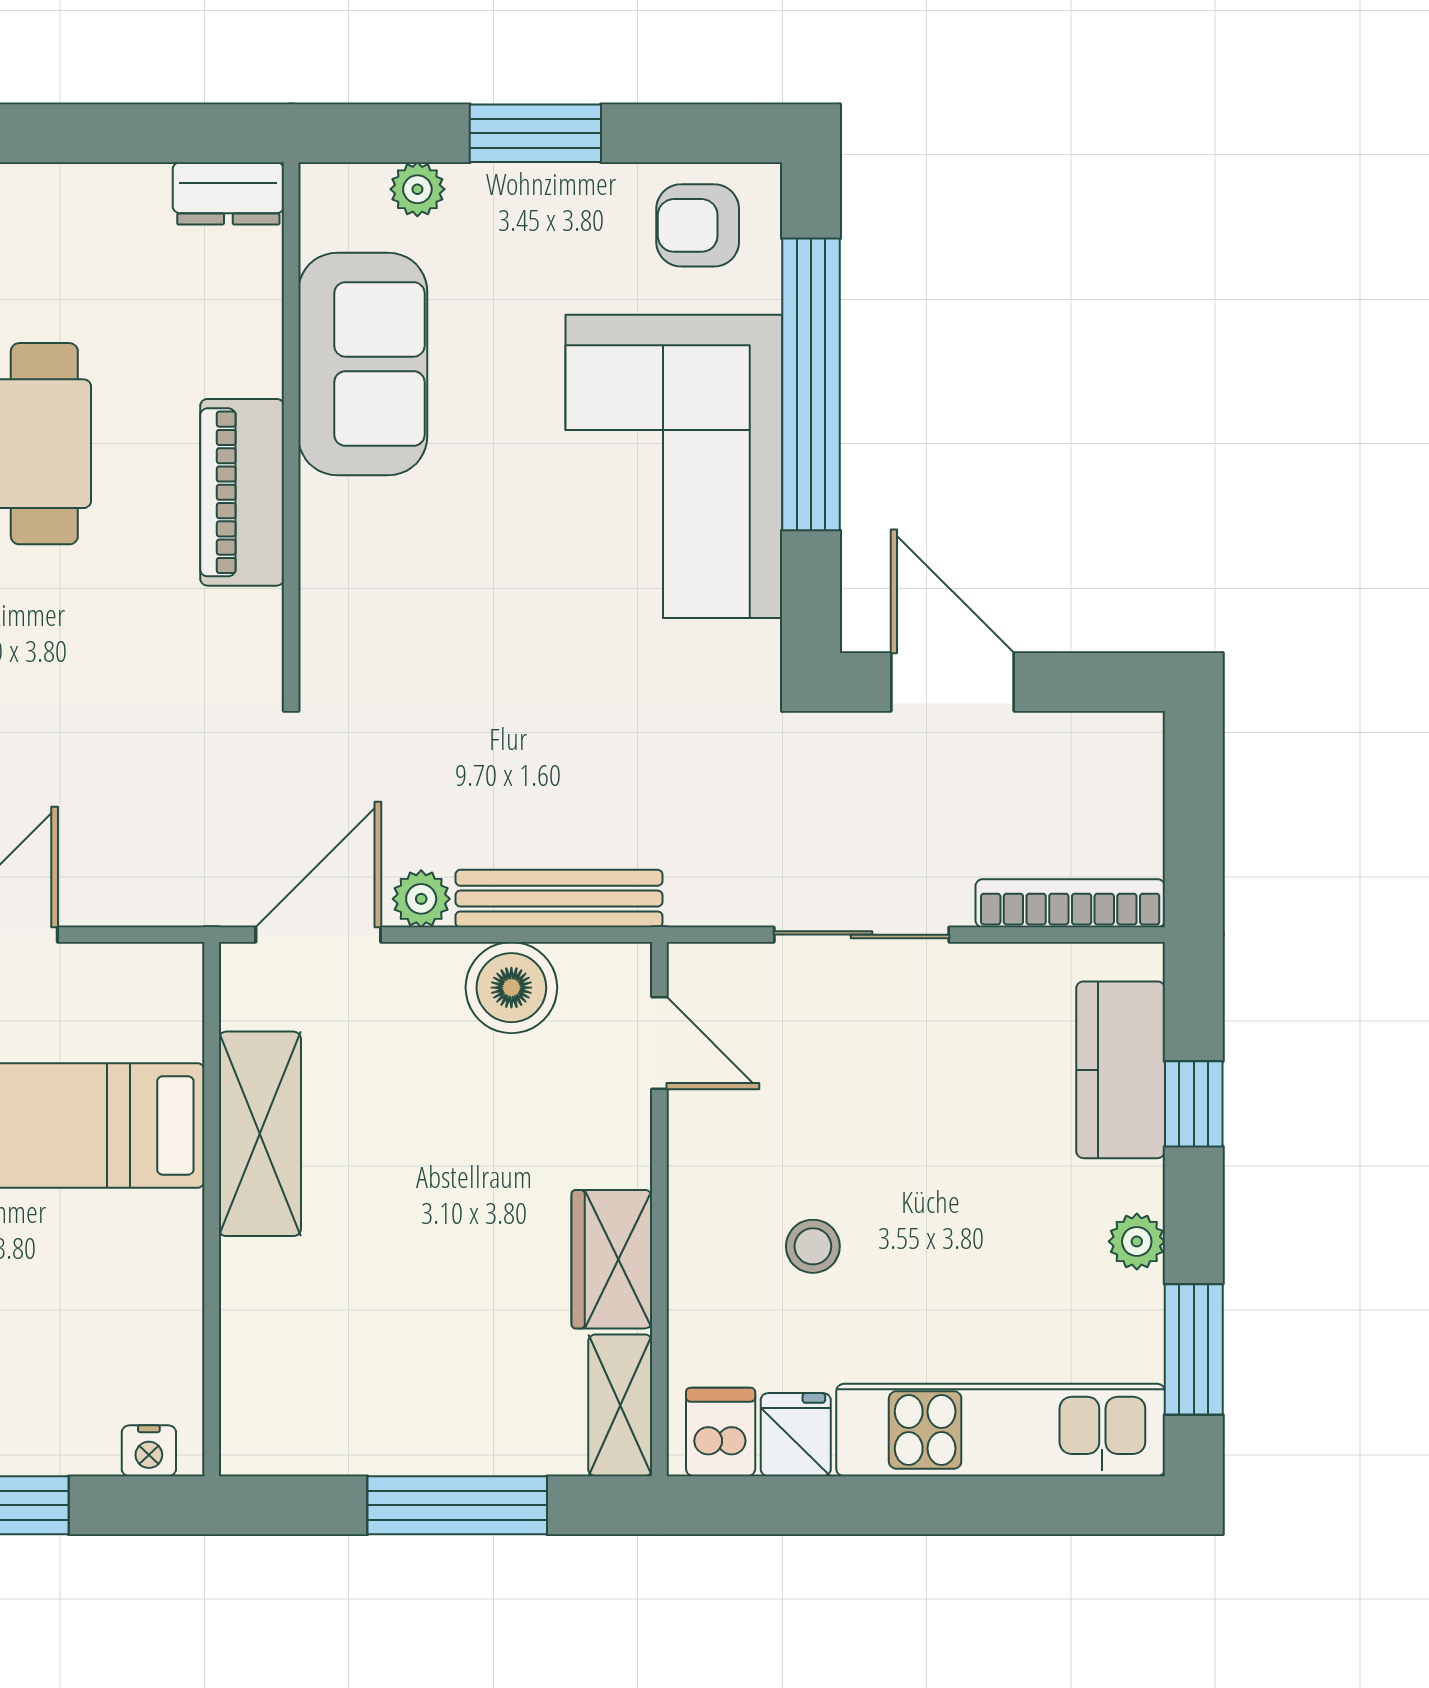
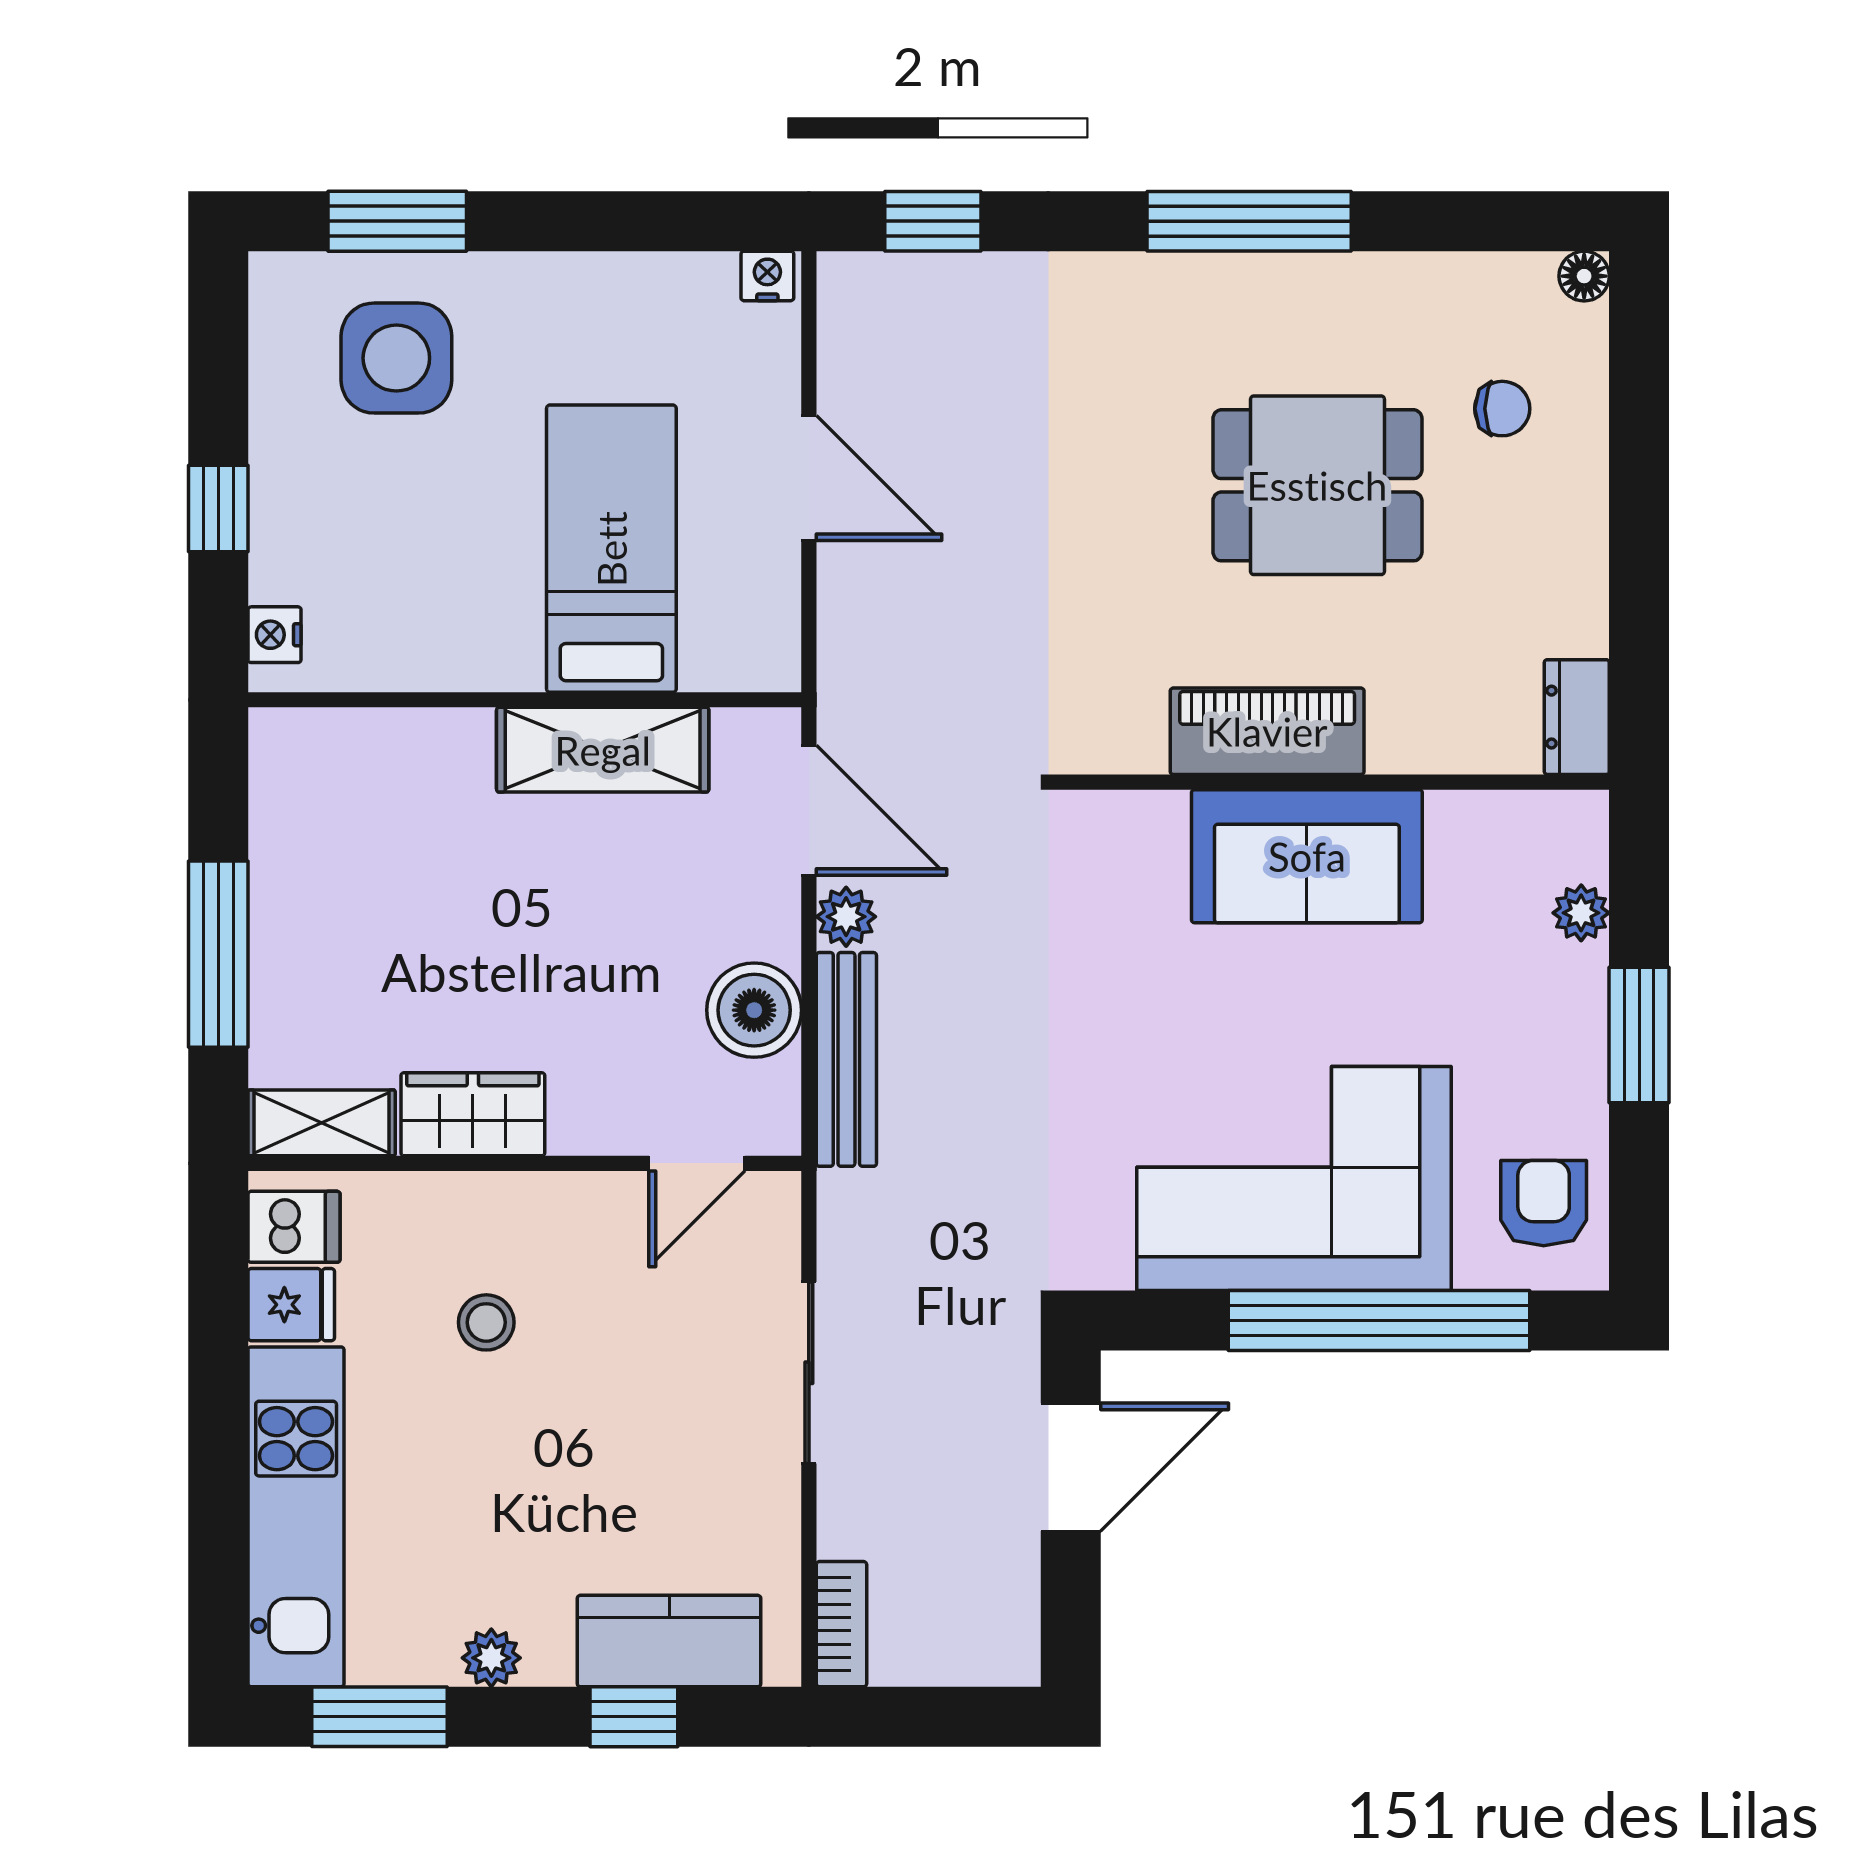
sofa: (363, 364) -> (1307, 856), moved
bookcase: (1070, 903) -> (842, 1624), width x0.64

